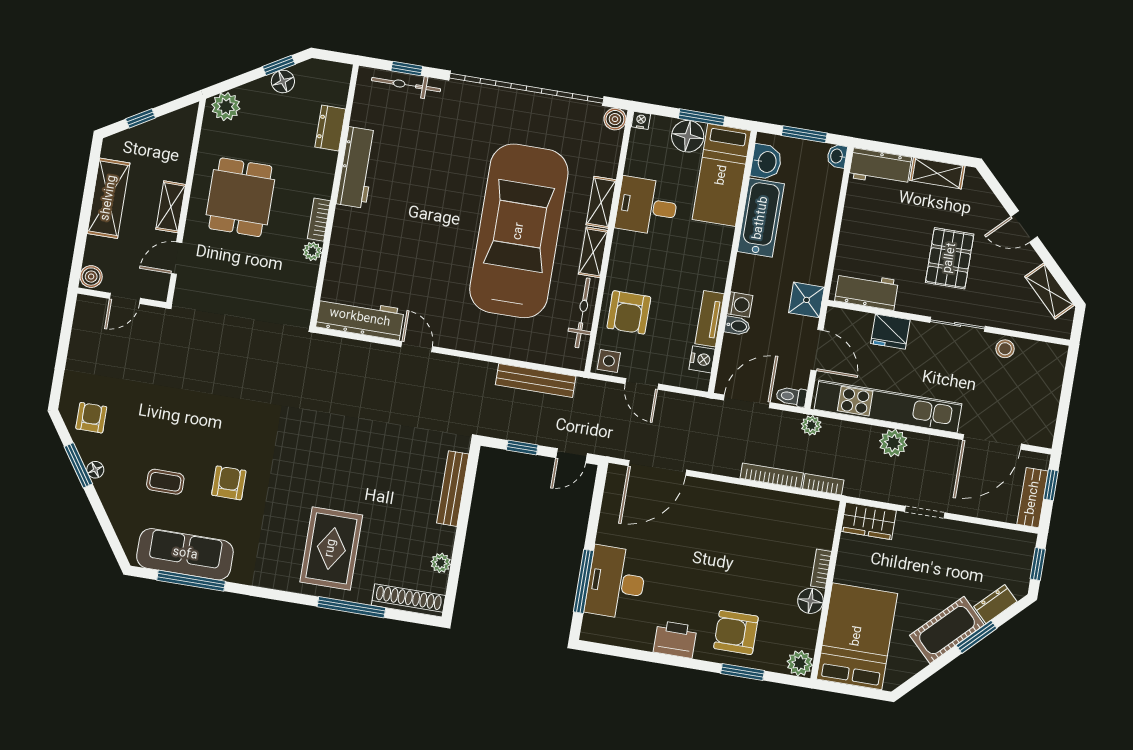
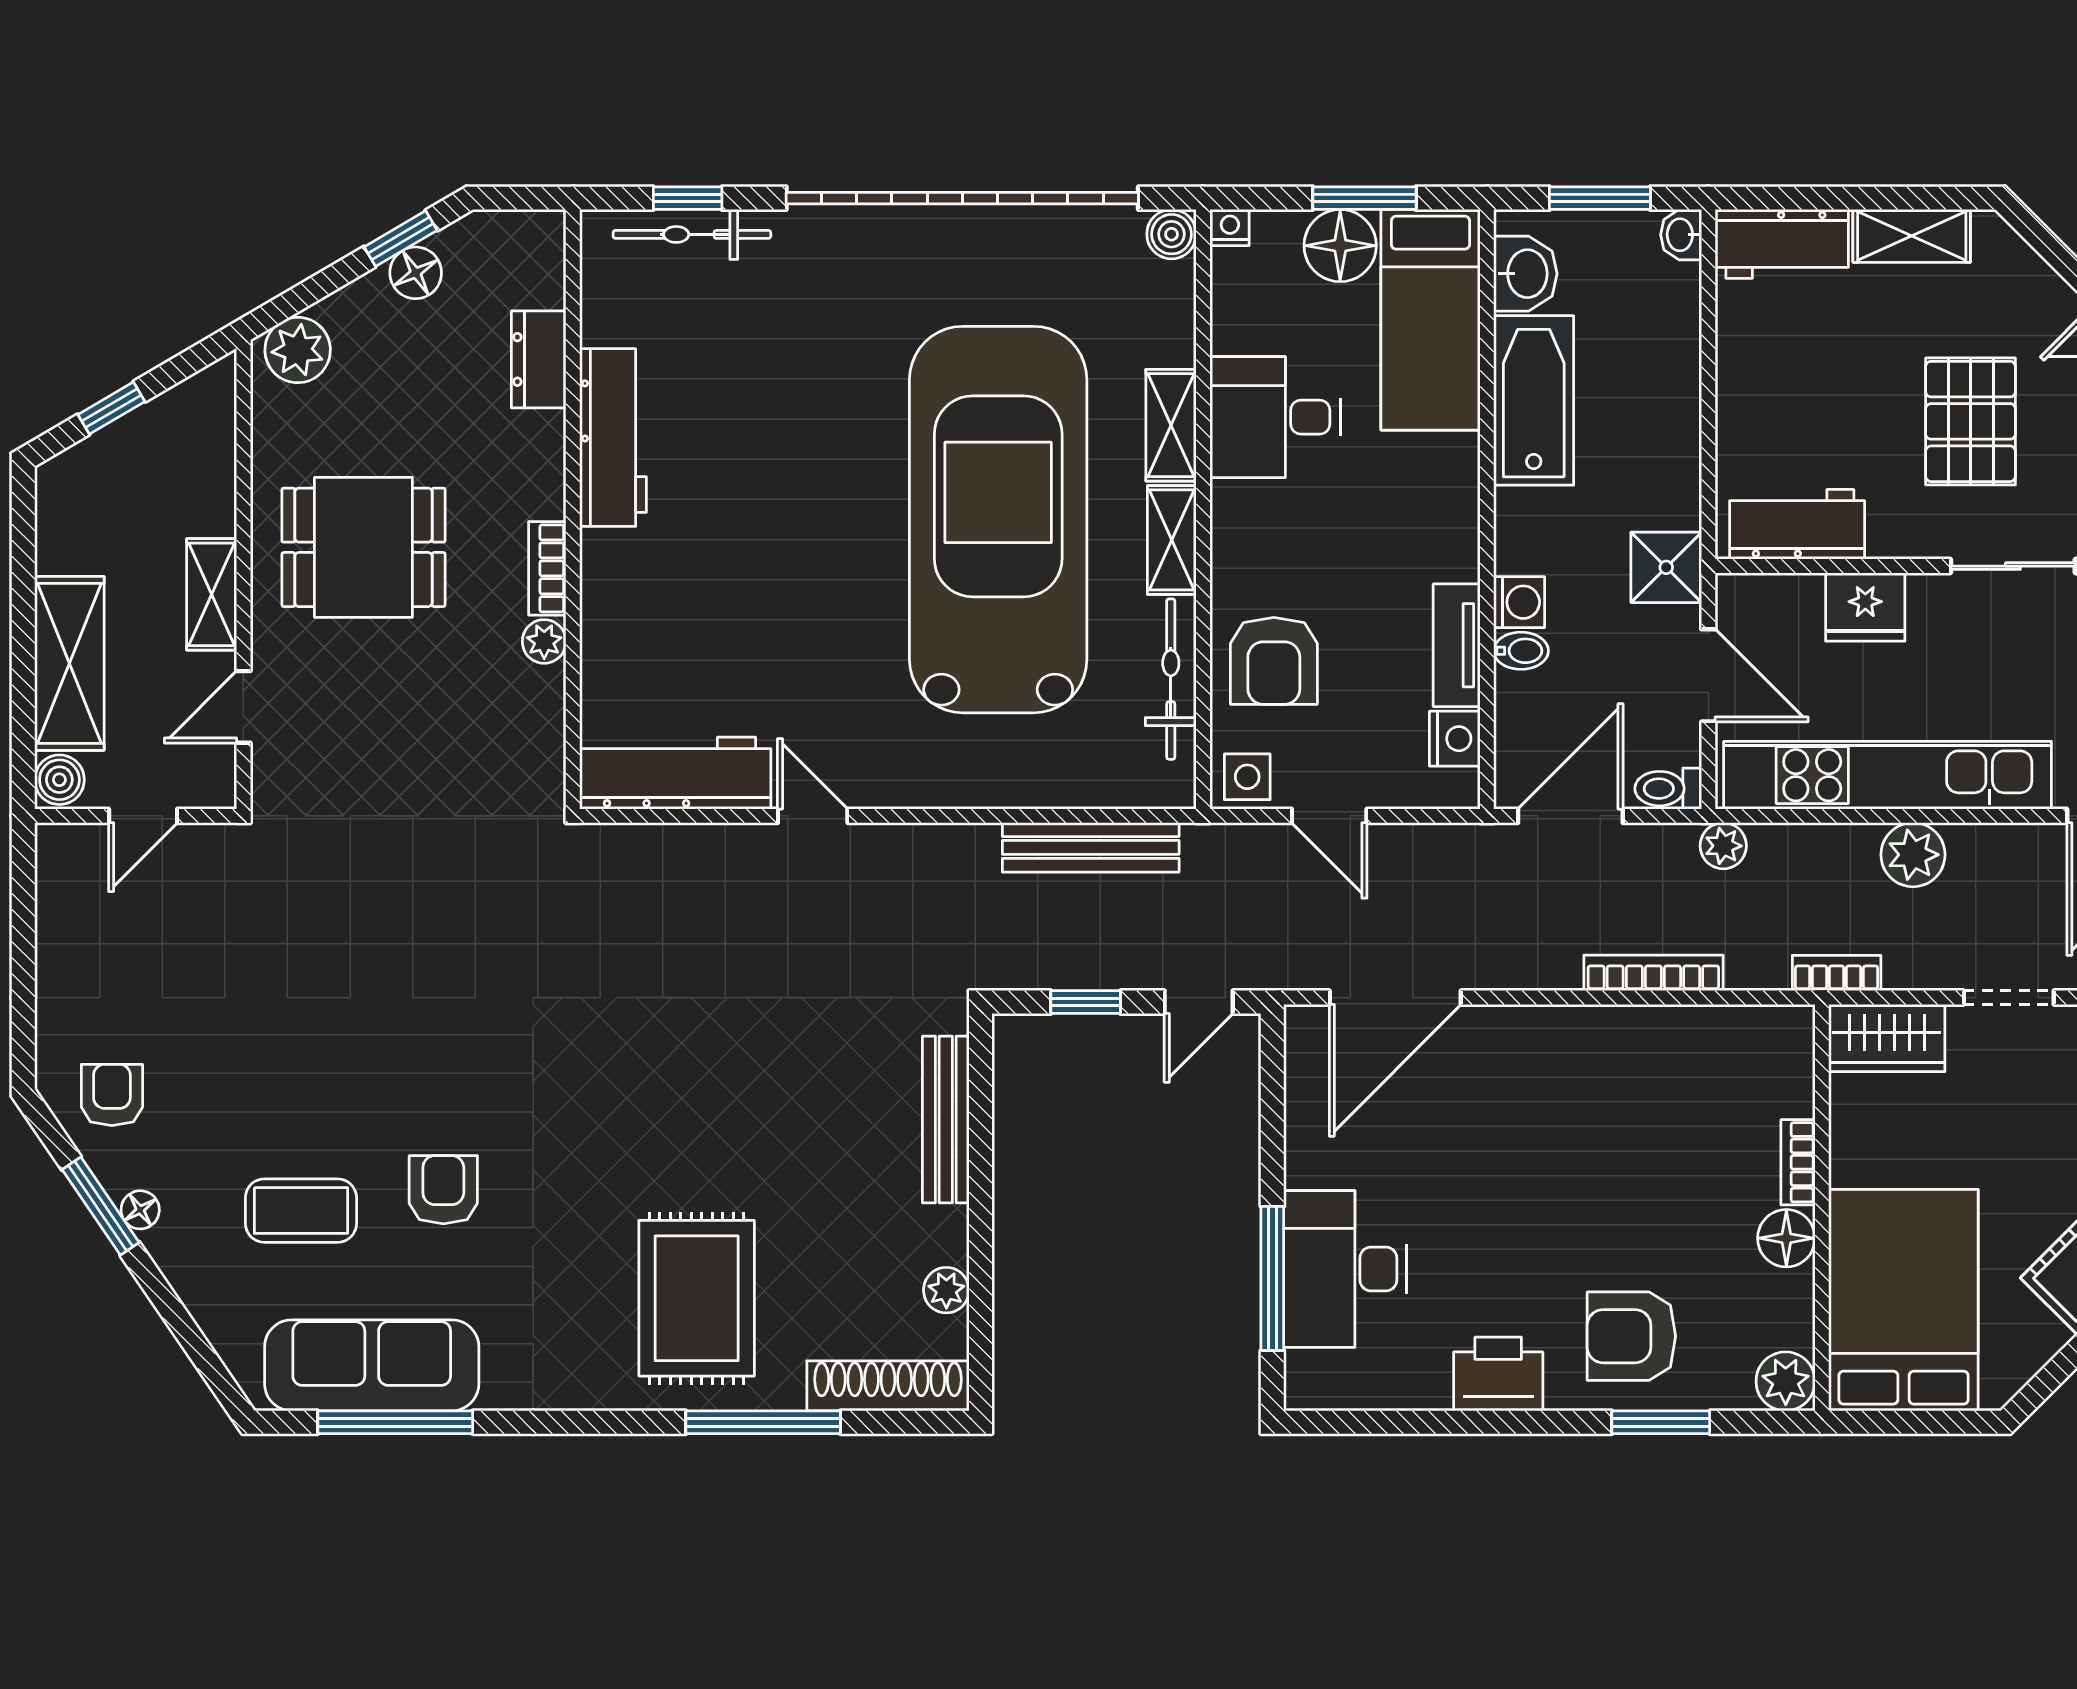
dining table: (240, 197) -> (363, 547), turned 90
shelving: (109, 198) -> (69, 663), moved
coffee table: (165, 482) -> (301, 1211), width x1.36, depth x1.30
bookcase: (823, 484) -> (1837, 973), moved

